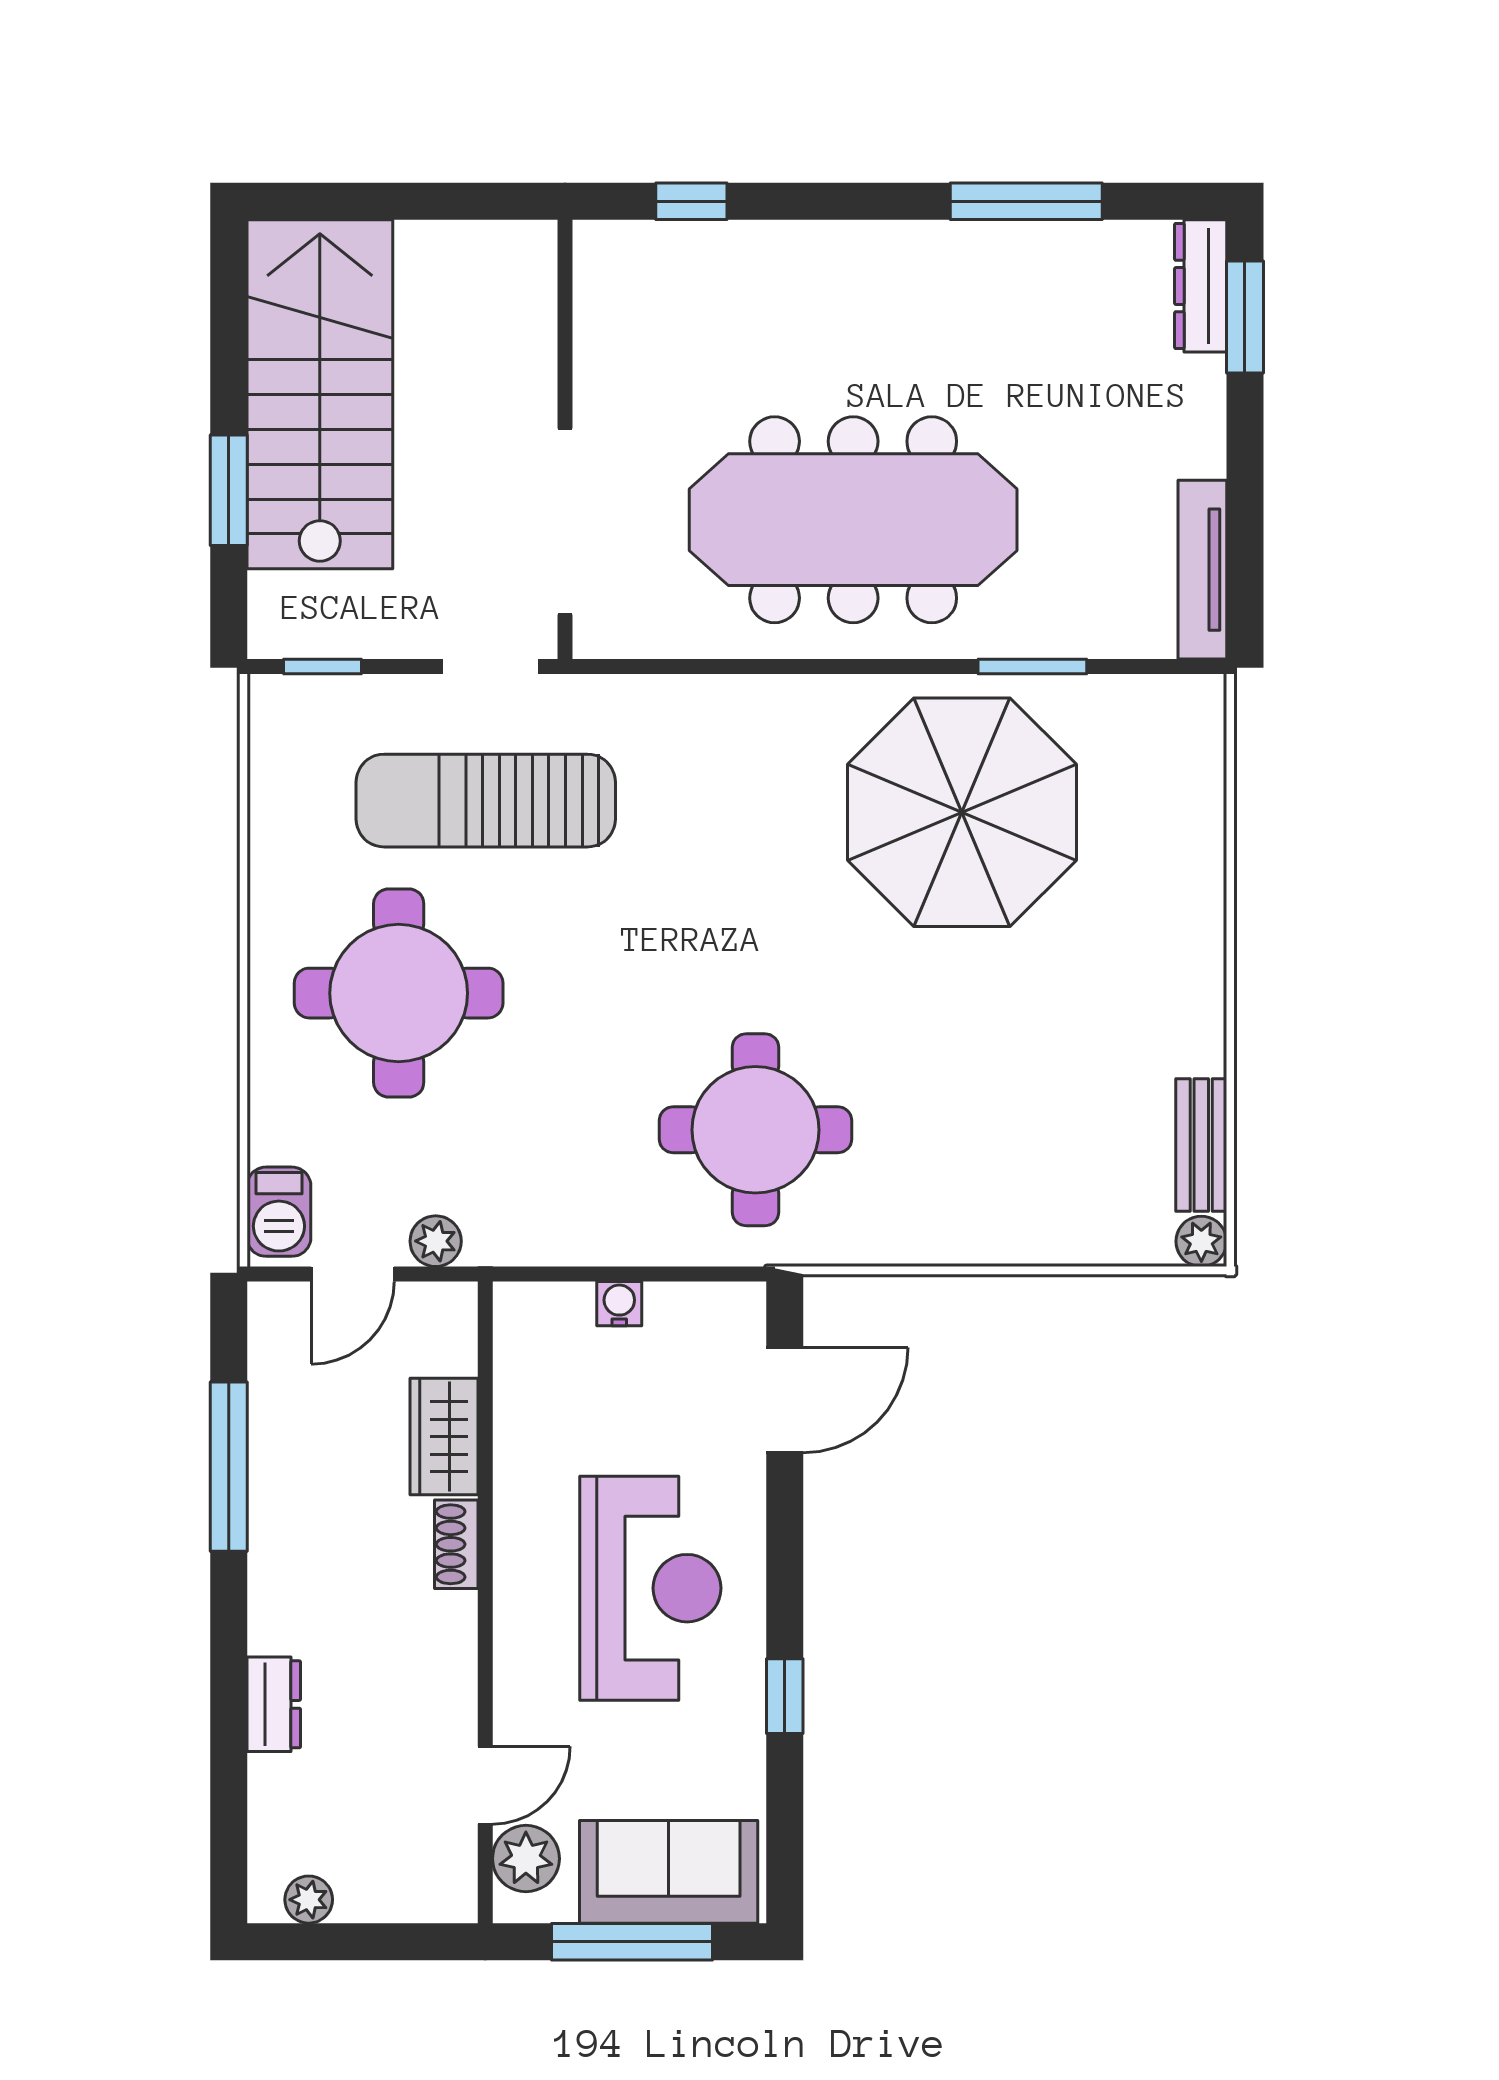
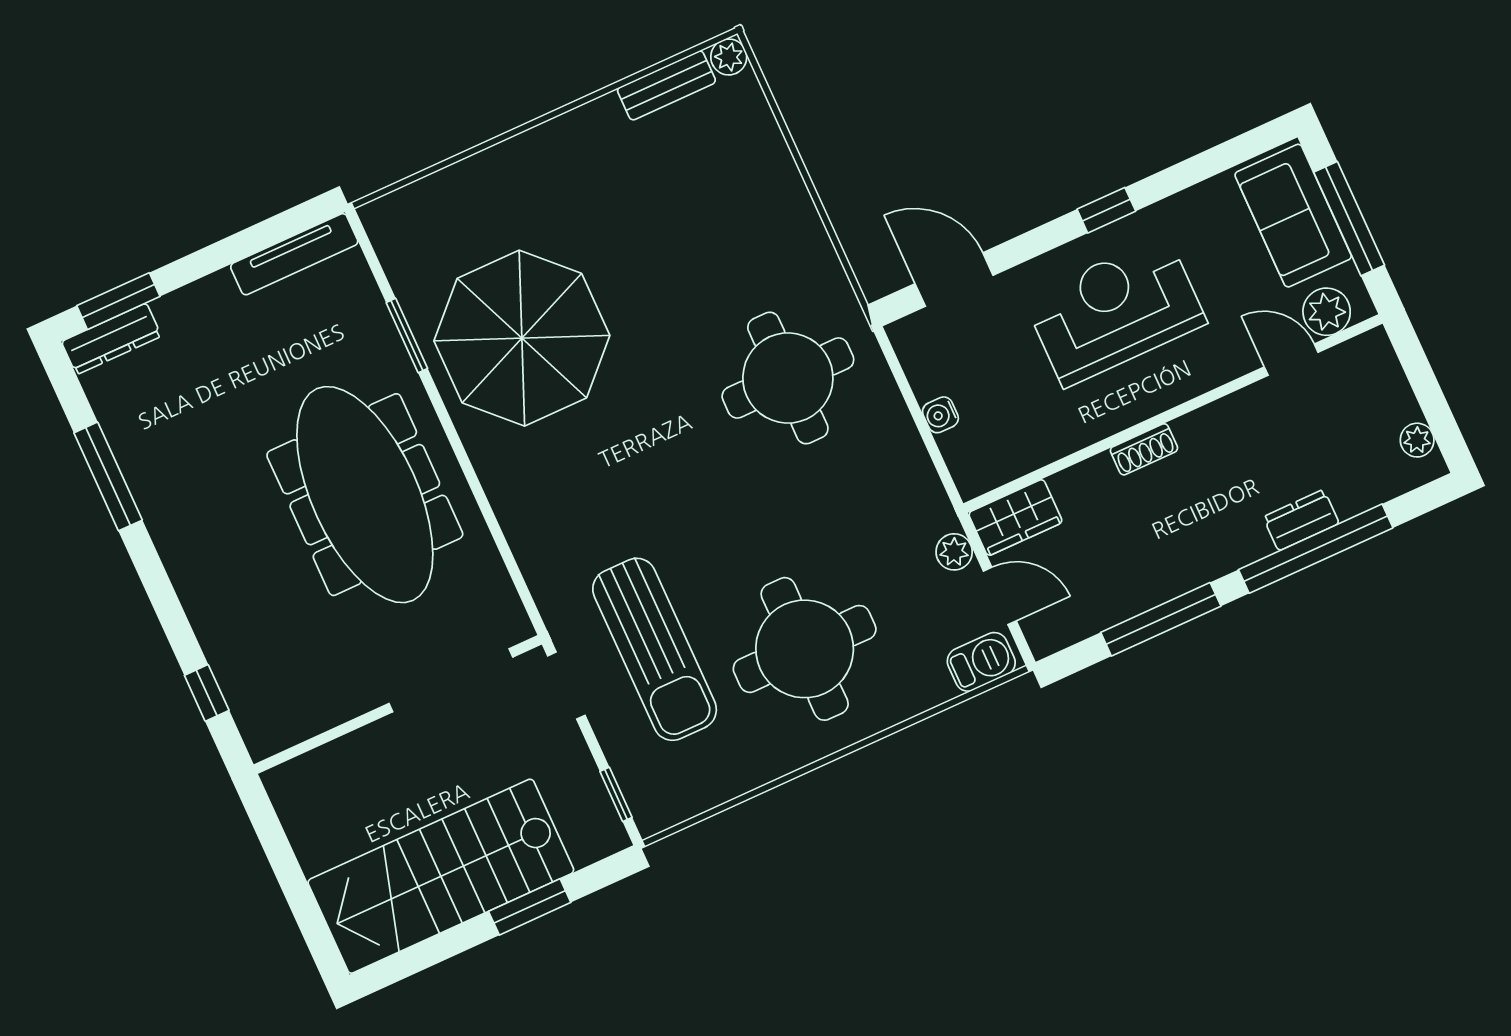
wardrobe: (444, 1437) -> (1015, 517), moved
window: (785, 1696) -> (1106, 210), moved
window: (229, 1706) -> (1316, 549), added

